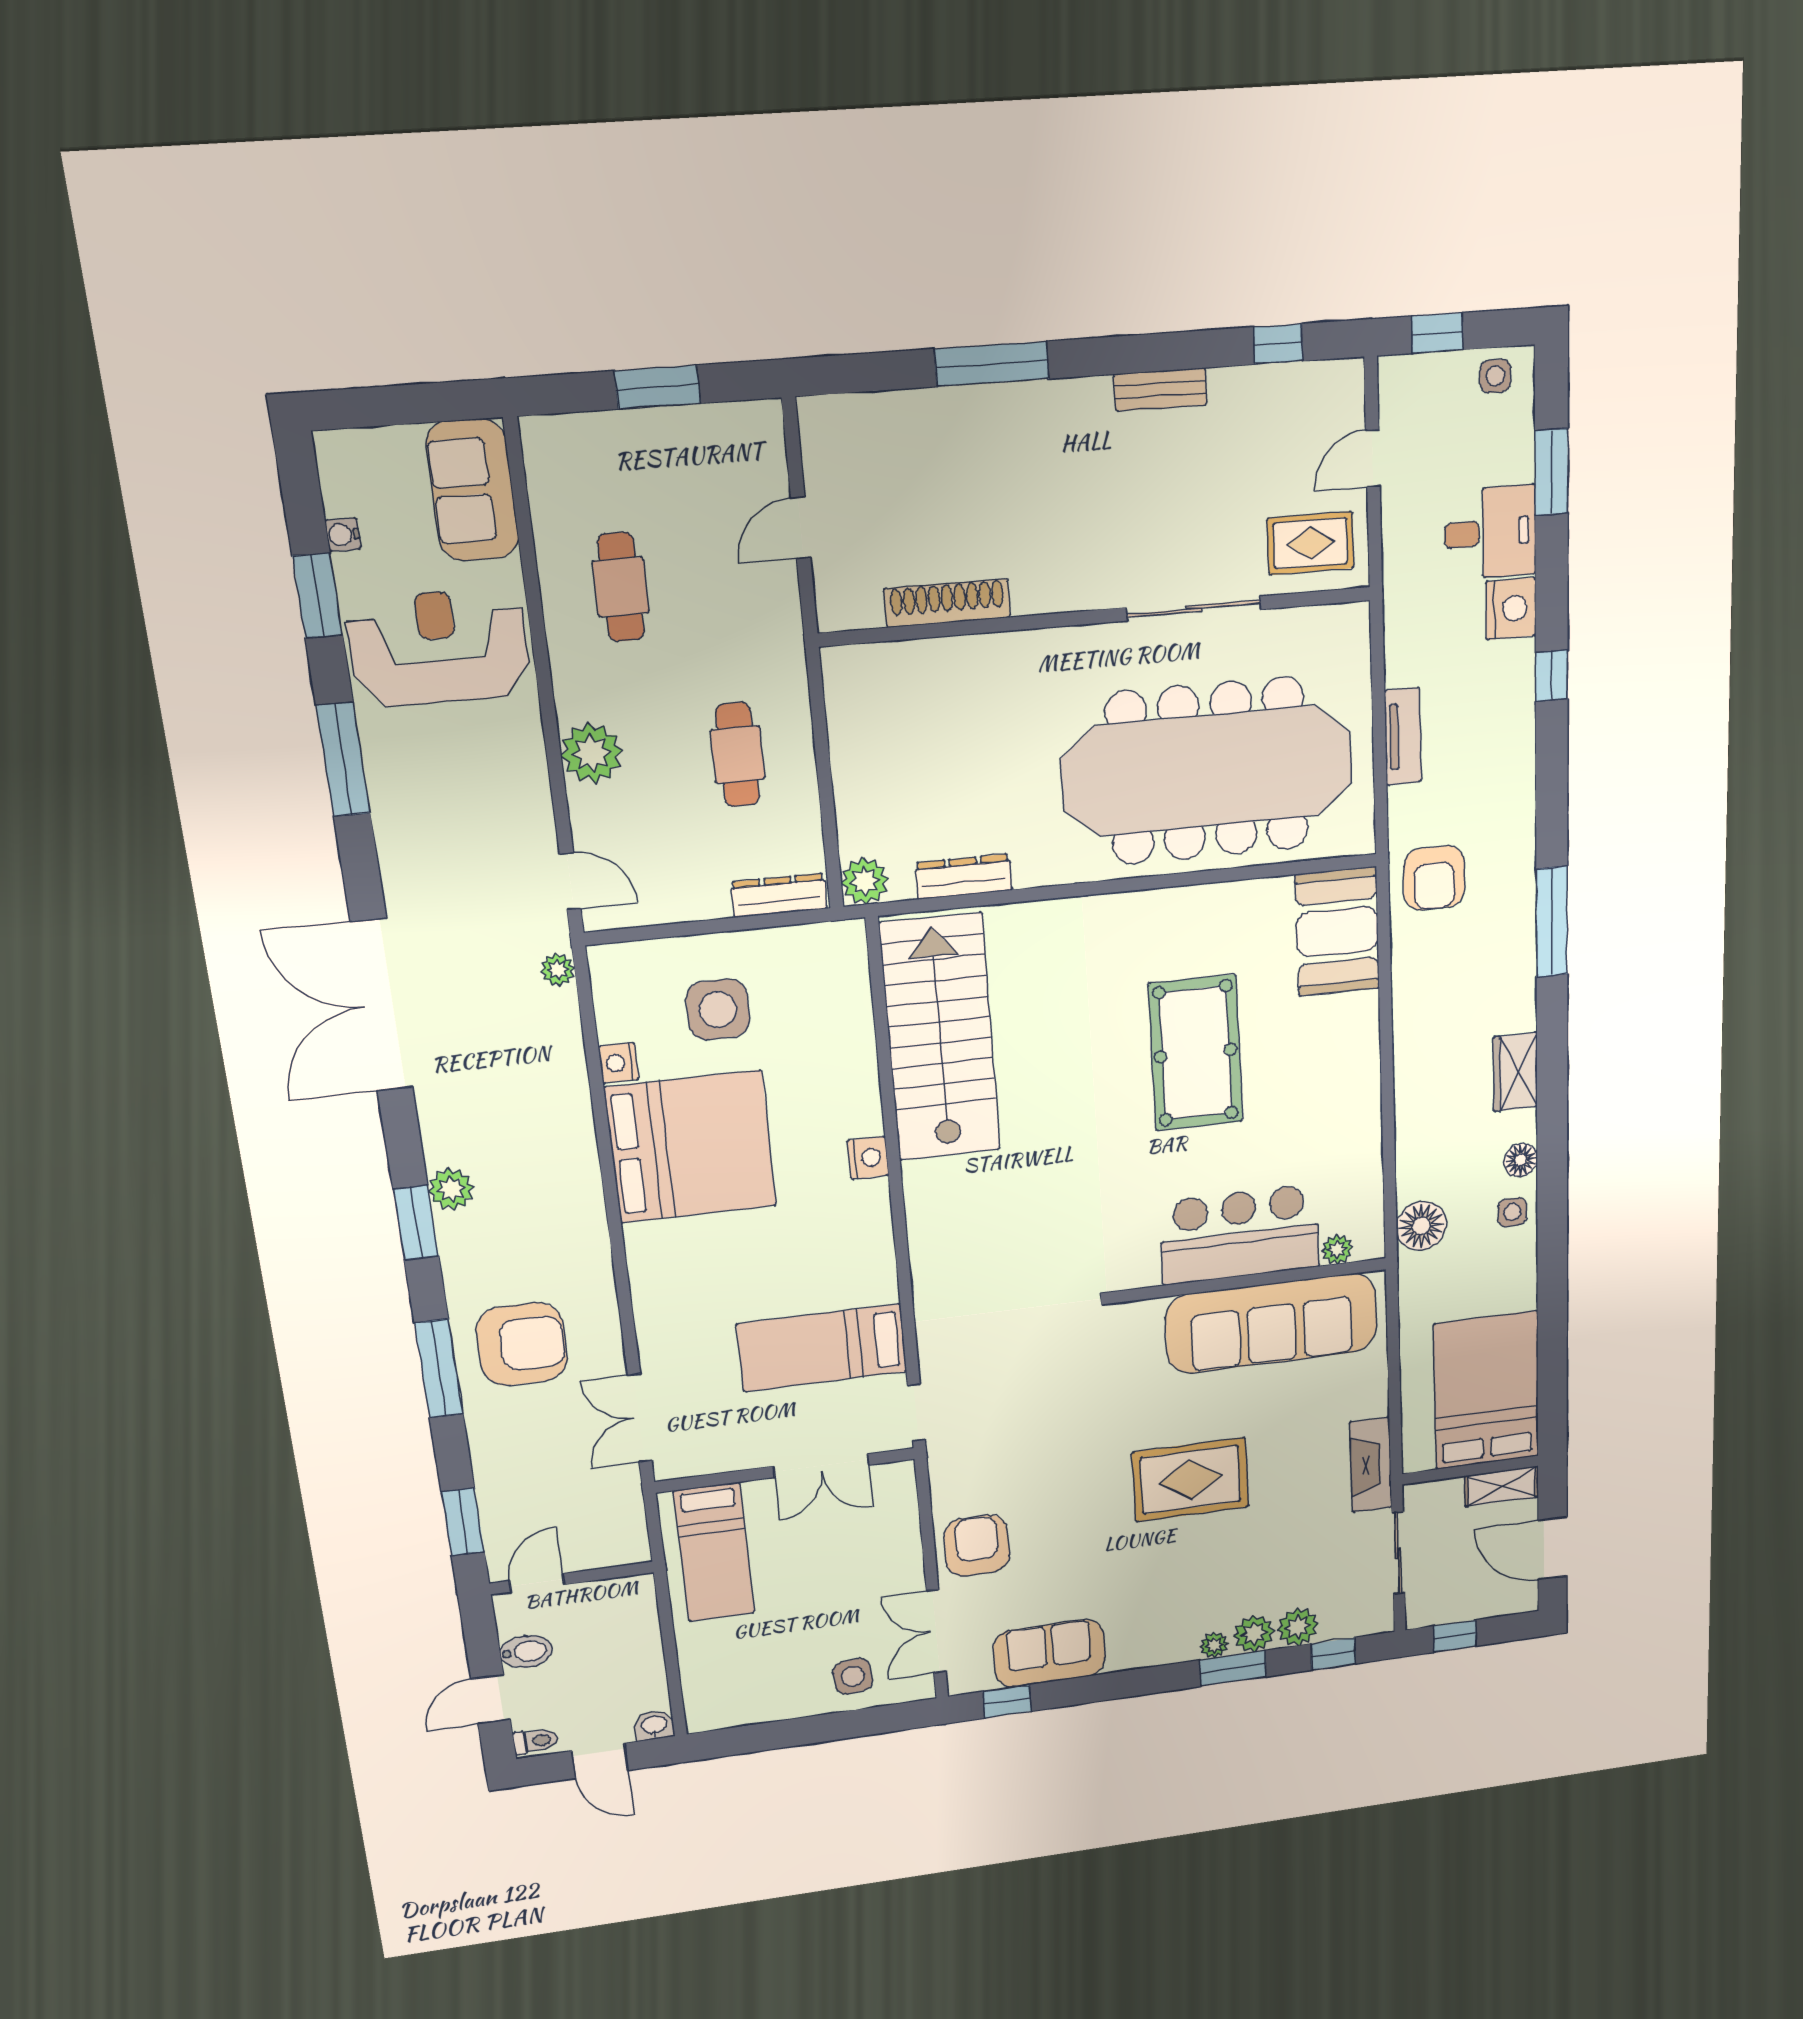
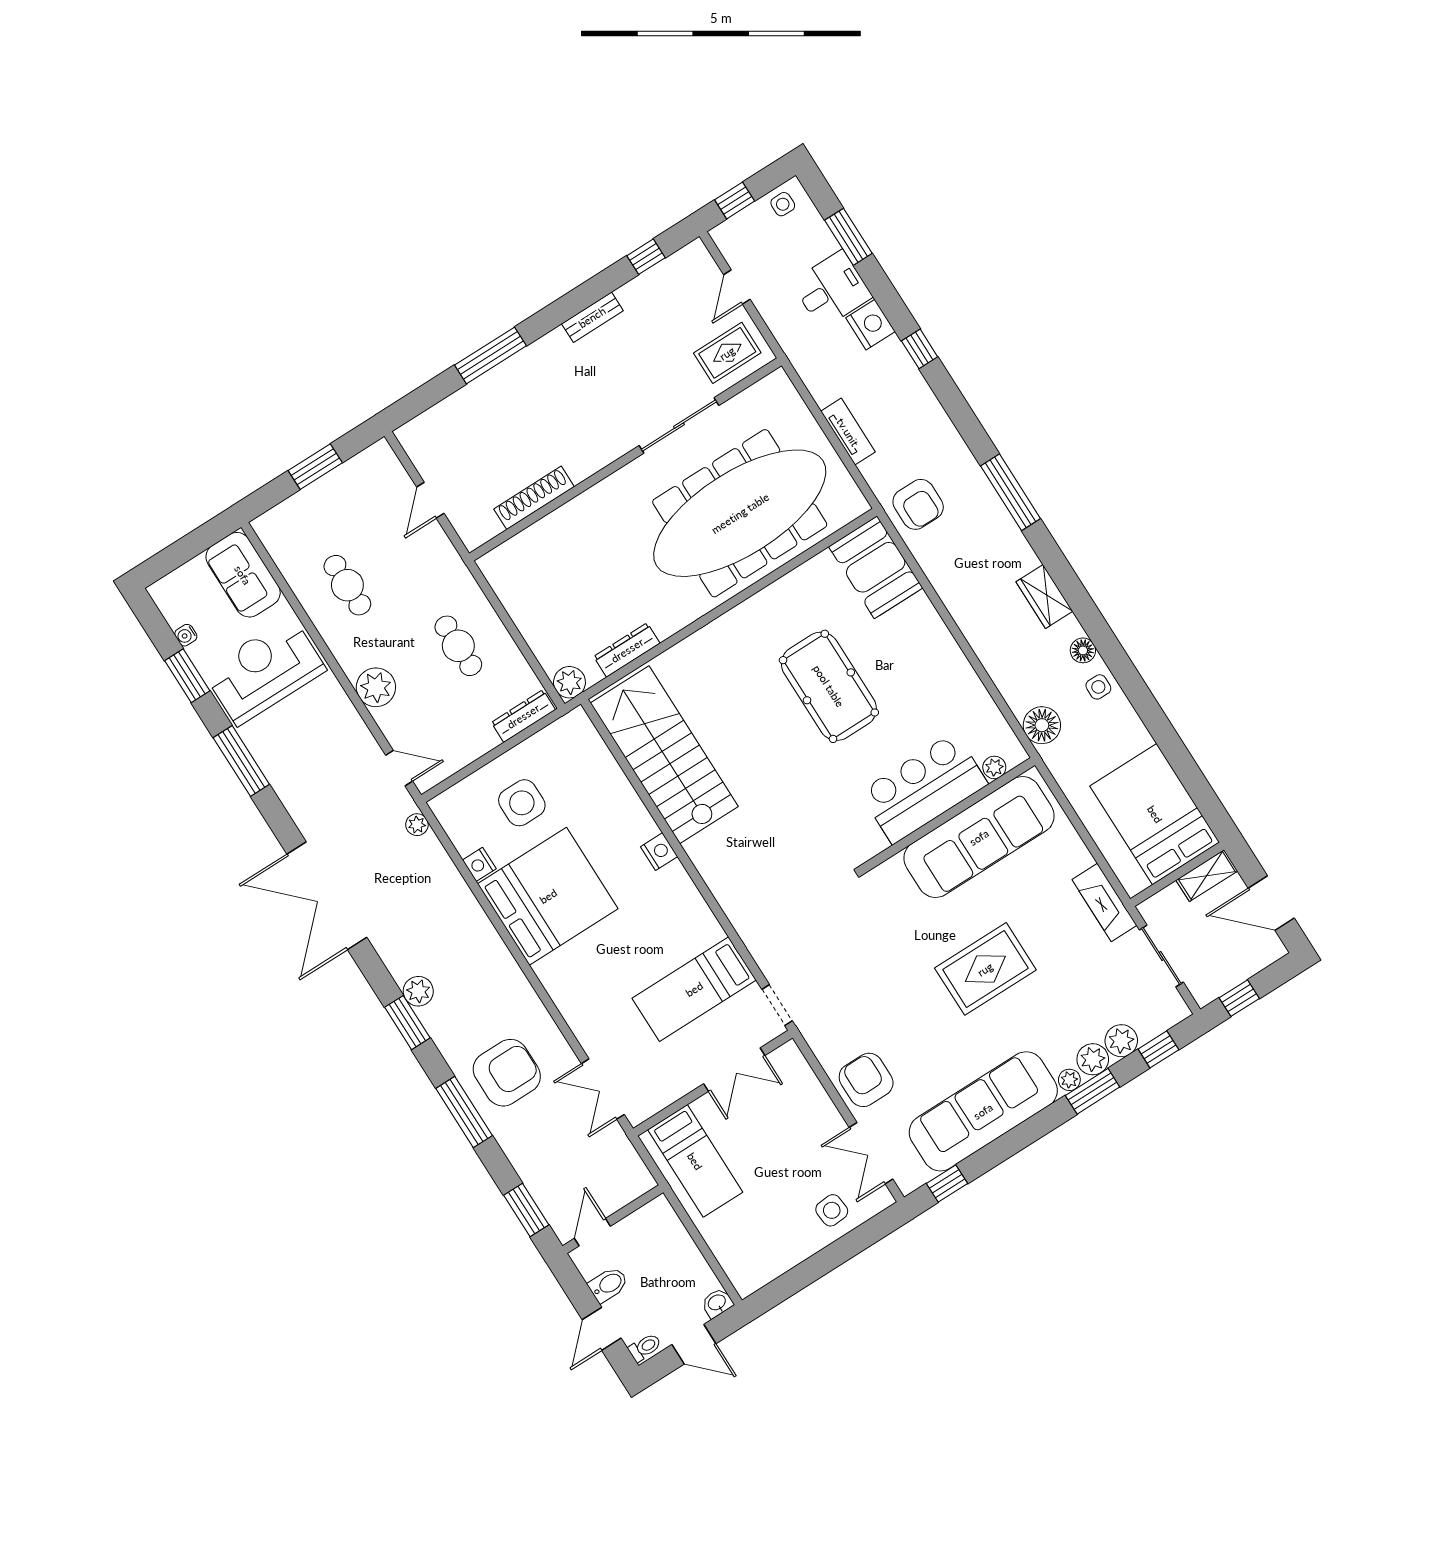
sofa: (1049, 1653) -> (983, 1111), width x1.85, depth x1.27

